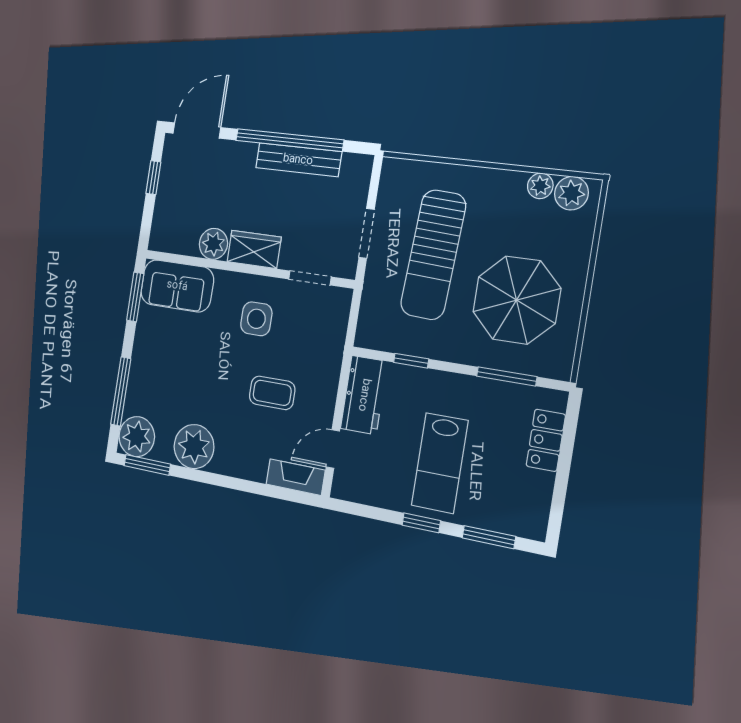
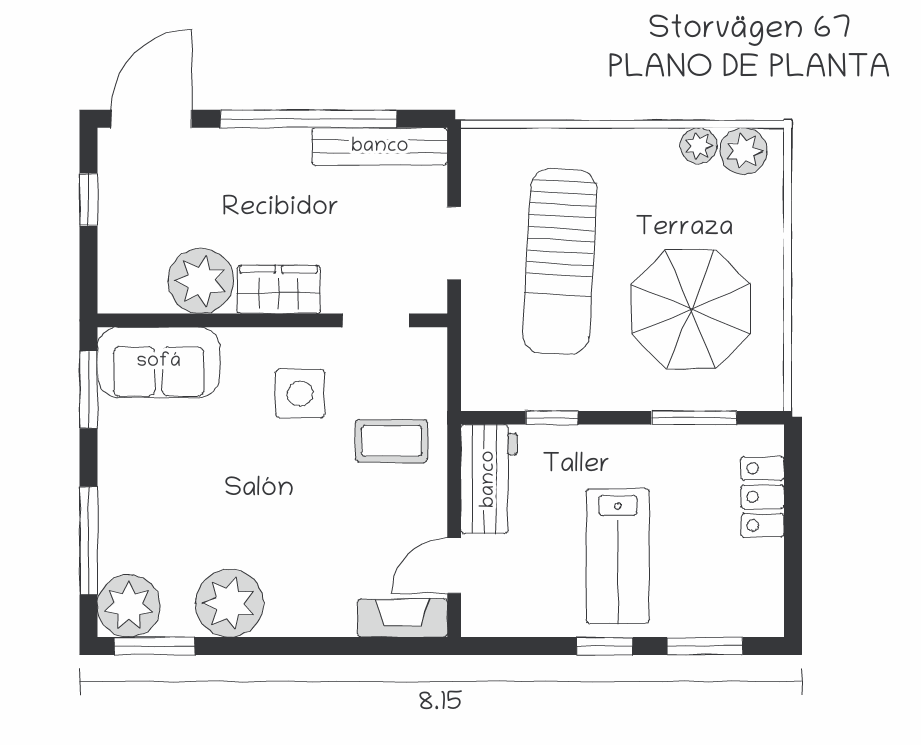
bench: (298, 160) -> (380, 147), moved
plant: (213, 244) -> (201, 281), width x1.36, depth x1.36
coffee table: (272, 393) -> (392, 441), moved

